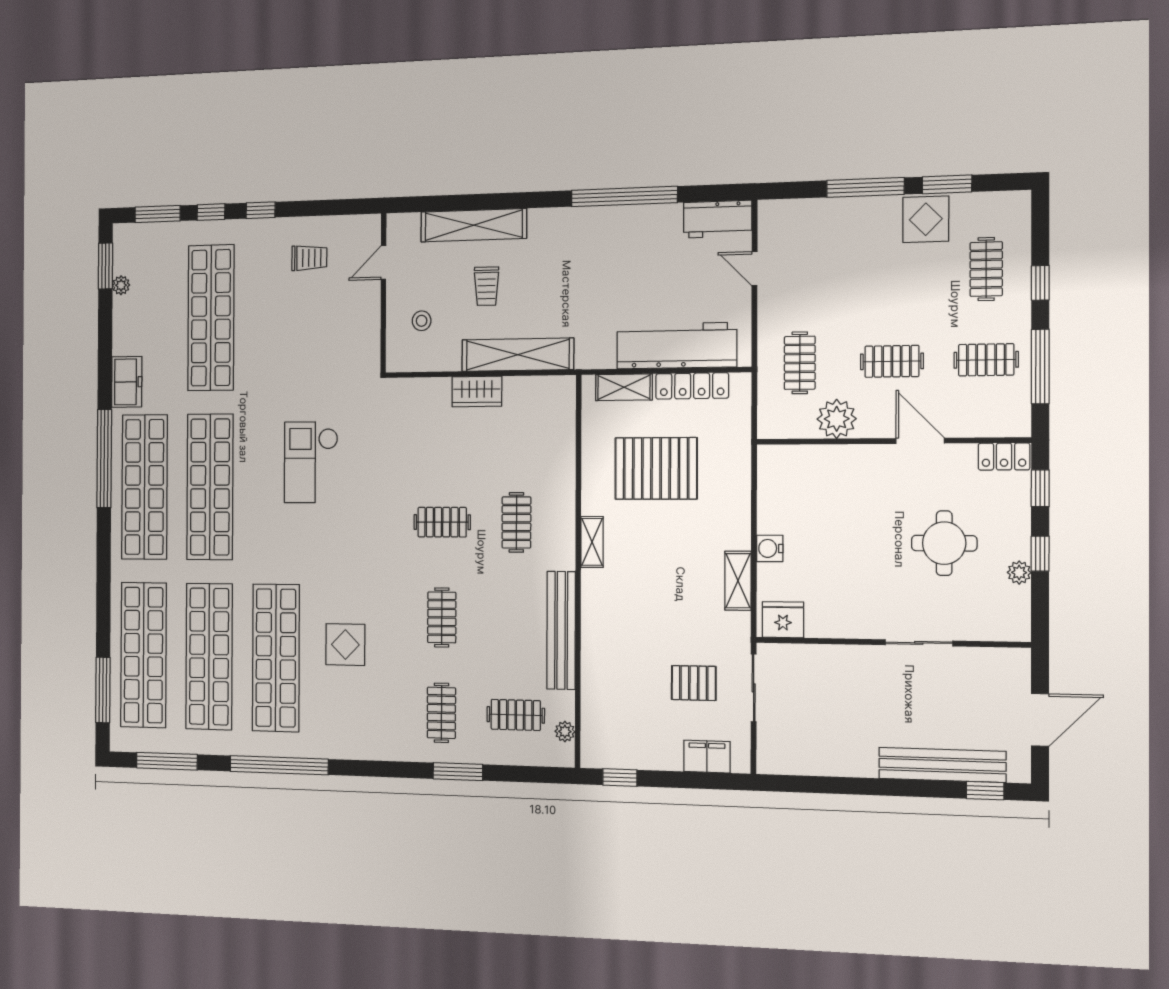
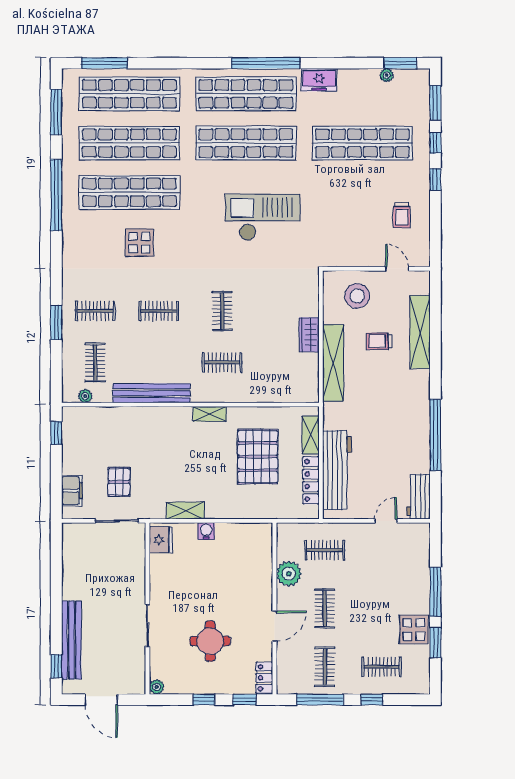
stool: (422, 321) -> (357, 296), width x1.89, depth x1.89
checkout: (311, 462) -> (263, 217), width x1.36, depth x1.21
plant: (1019, 573) -> (157, 687), moved

